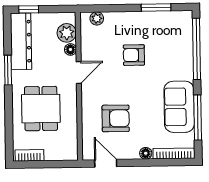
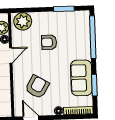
plant: (97, 18) -> (23, 21), width x1.88, depth x1.88
window: (198, 117) -> (94, 85), width x0.69
armchair: (116, 118) -> (37, 87), turned -59

